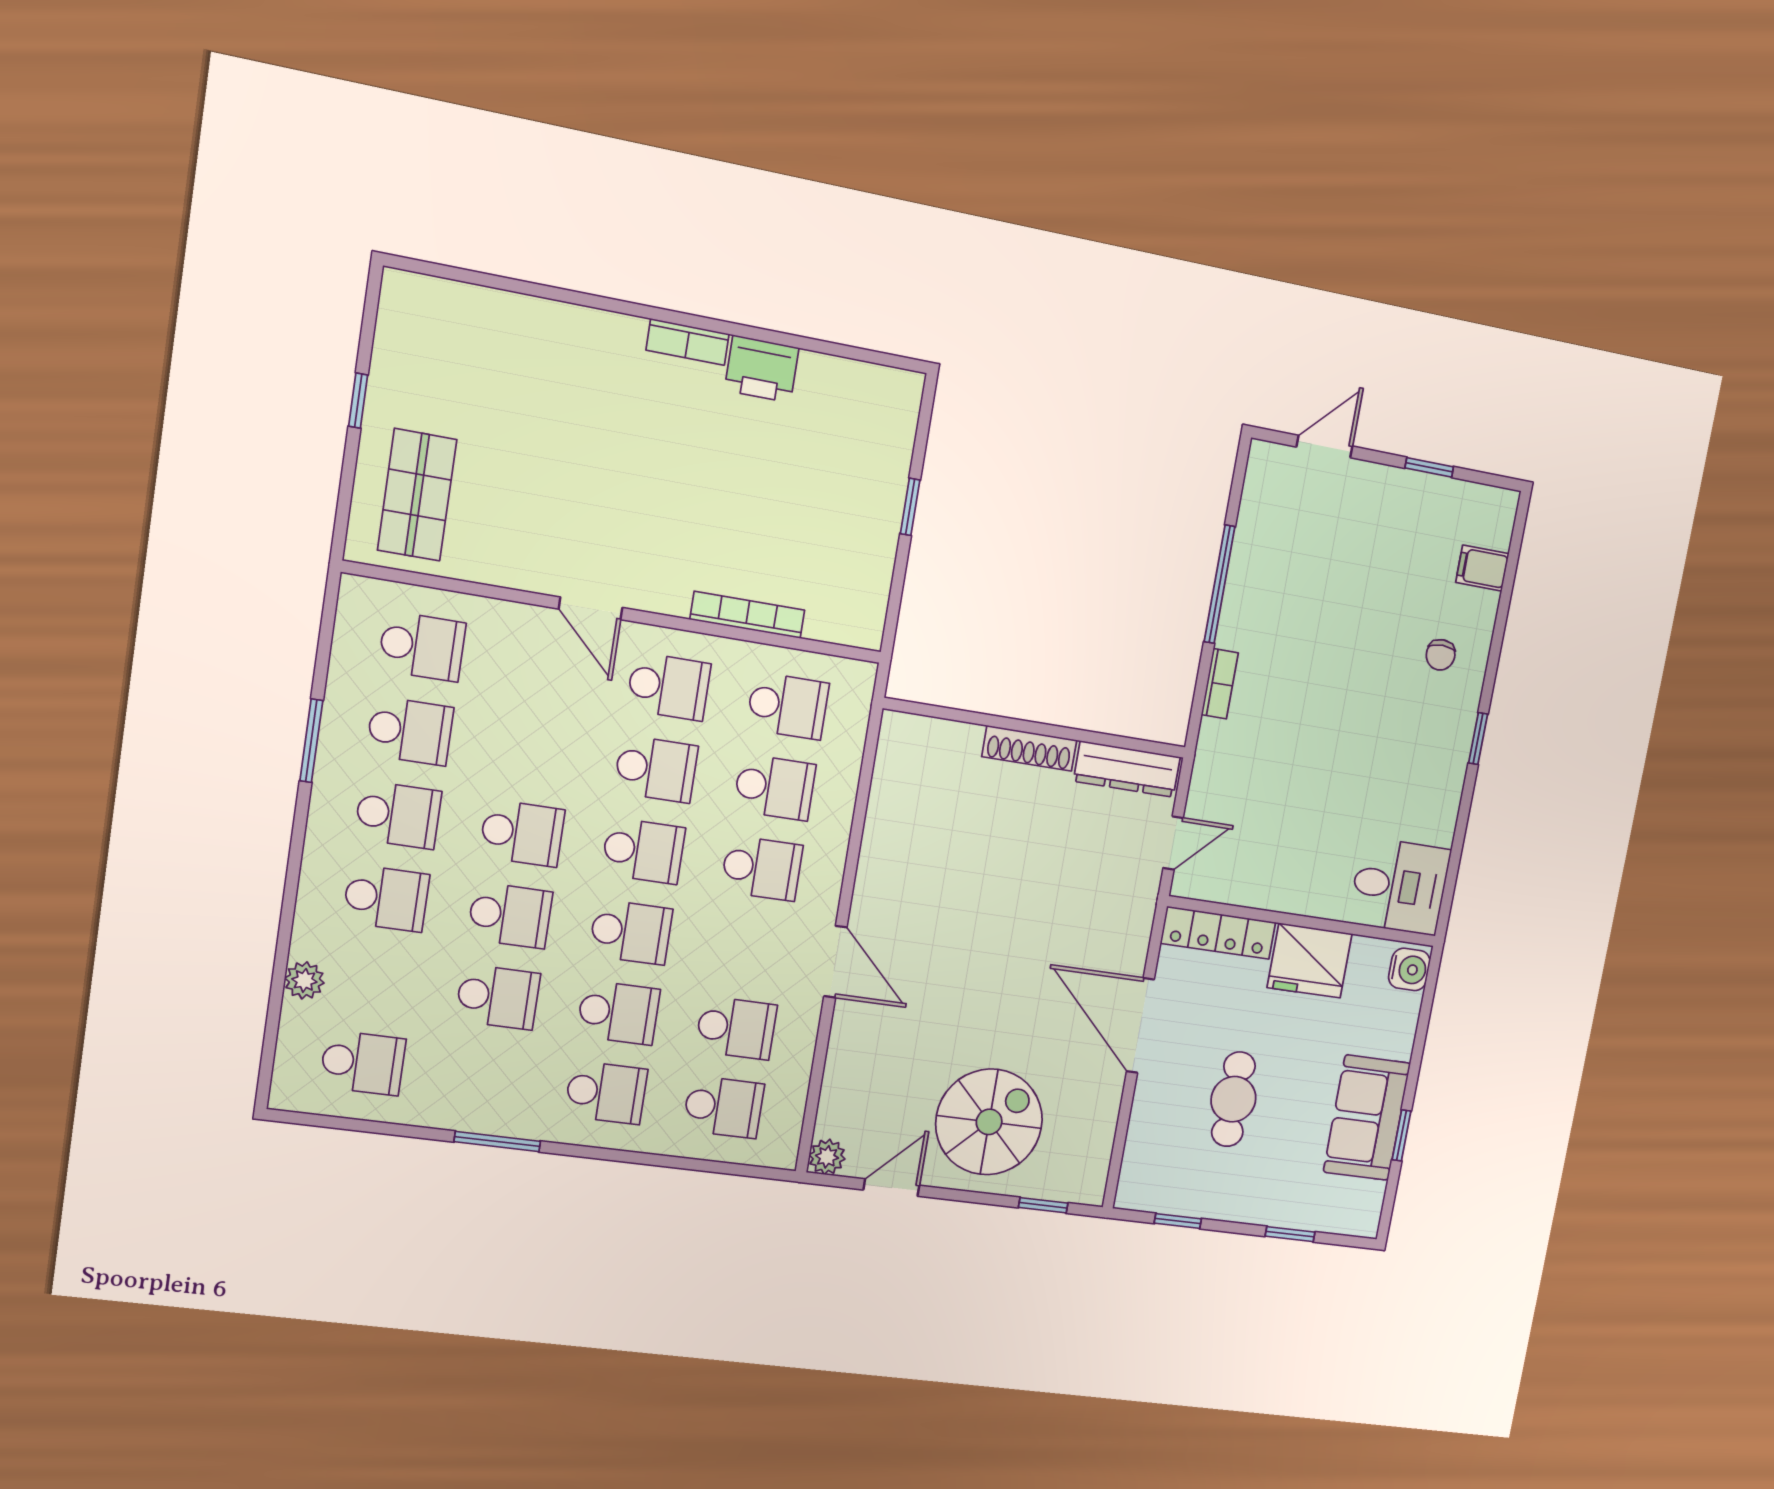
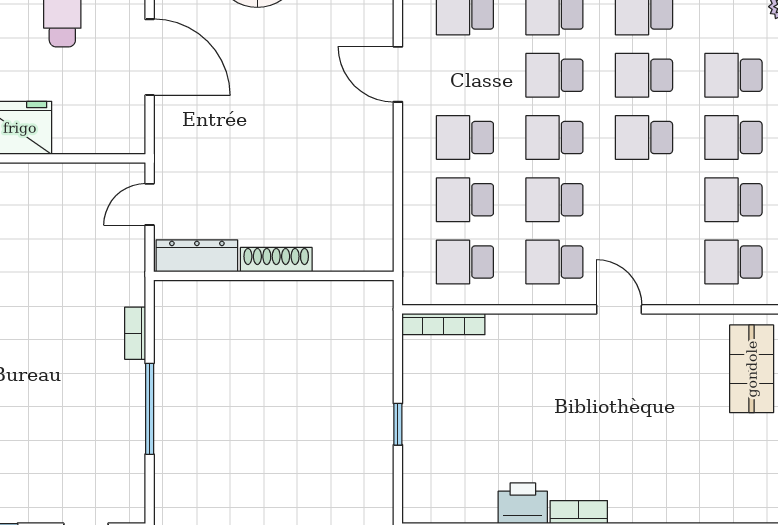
bookcase: (747, 615) -> (443, 324), moved
locker: (1218, 933) -> (100, 139), removed

